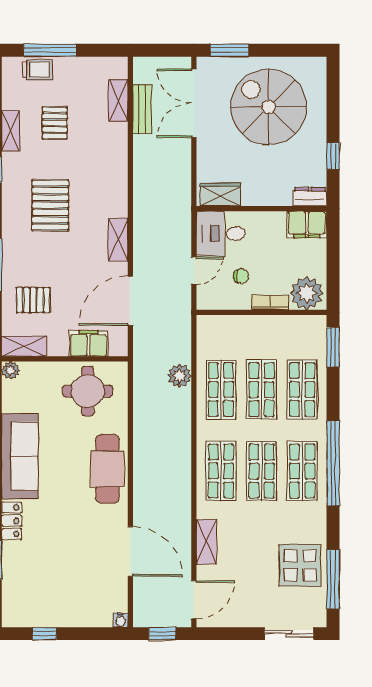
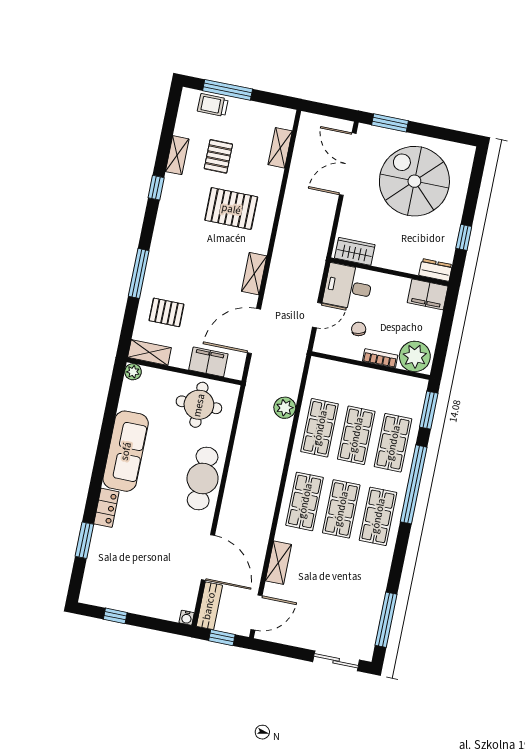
trolley: (38, 70) -> (213, 105), turned 180
bench: (142, 109) -> (209, 606), moved
pallet: (50, 205) -> (231, 209), moved, turned 90
chair: (241, 276) -> (359, 329), turned -104
window: (333, 464) -> (414, 484), moved
display table: (300, 565) -> (359, 601), removed

